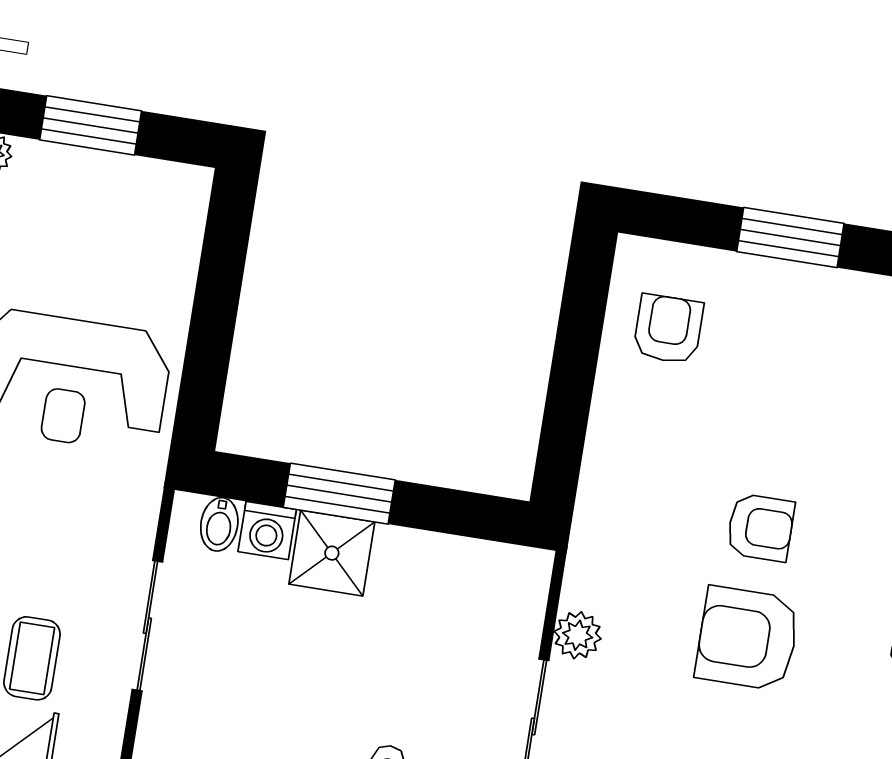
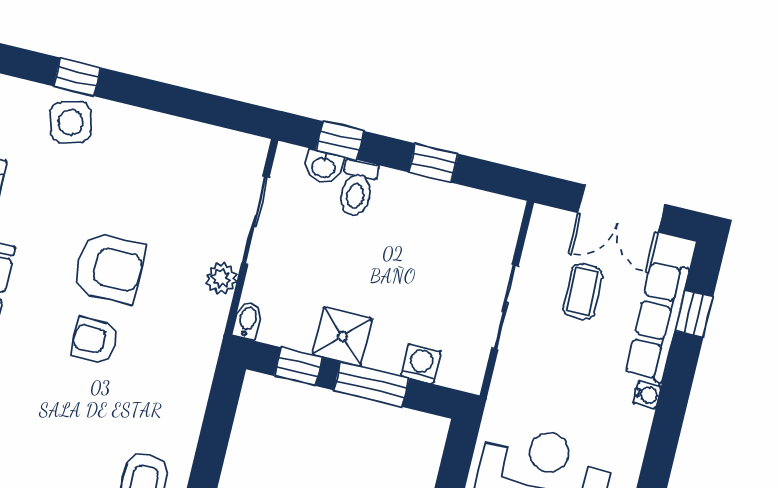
window: (451, 512) -> (298, 367), added
bidet: (219, 524) -> (247, 321), moved
shower: (332, 553) -> (342, 336), moved

